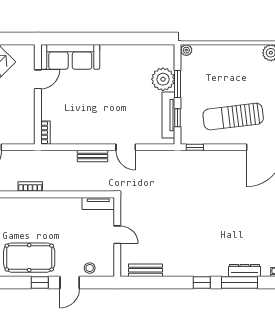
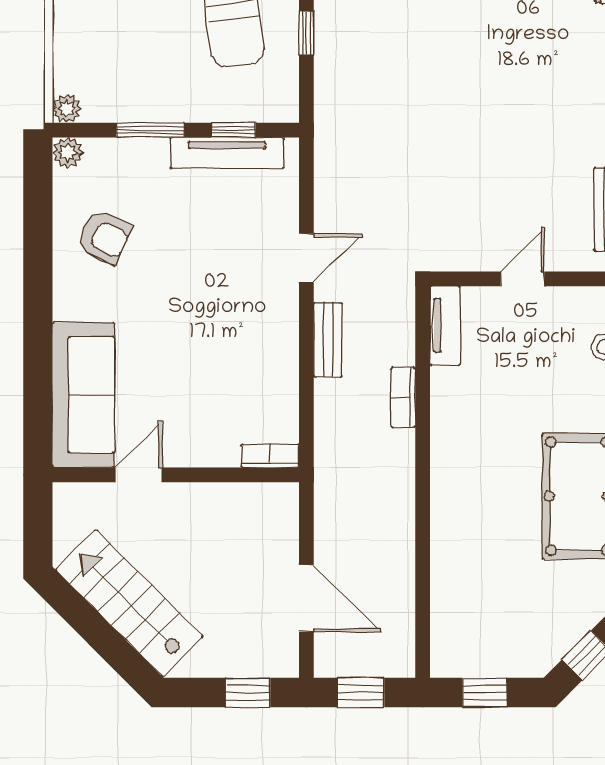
armchair: (134, 65) -> (104, 237), added
door: (38, 79) -> (139, 475), hinge flipped
plant: (163, 79) -> (68, 153), moved, width x0.53, depth x0.53
window: (195, 147) -> (306, 33), moved
bookcase: (30, 187) -> (403, 397), moved

